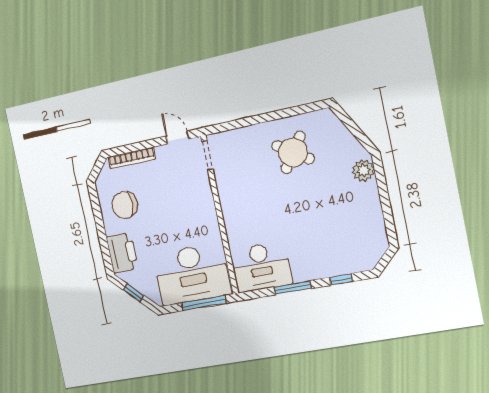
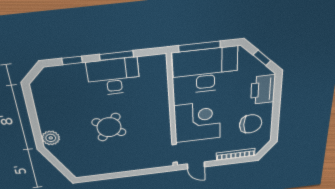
round table: (293, 152) -> (109, 127), moved
corner desk: (188, 204) -> (197, 122), added
desk: (261, 267) -> (113, 77), moved

